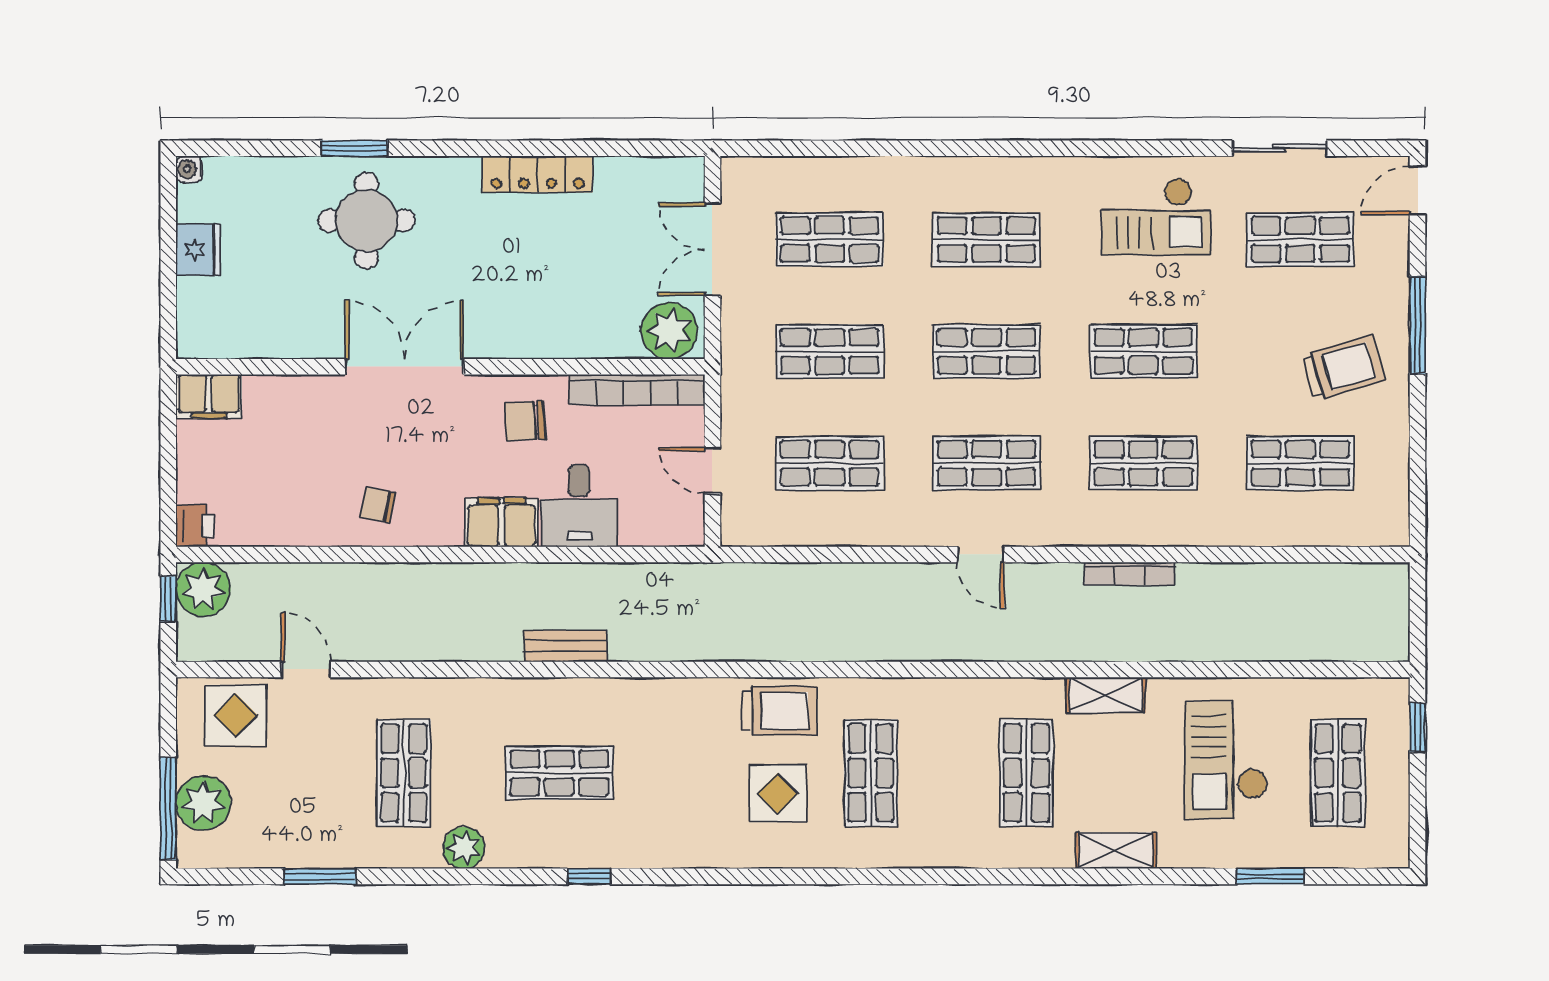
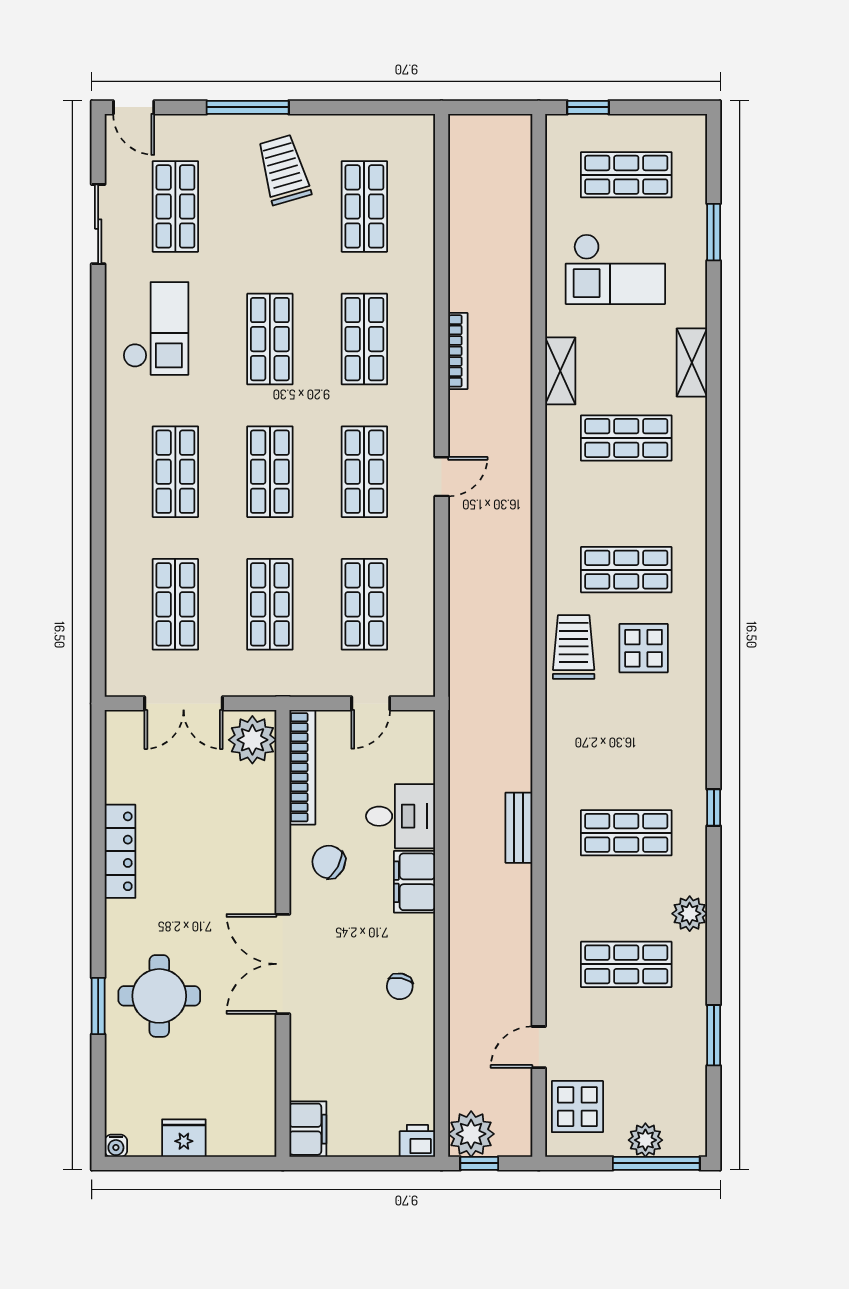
chair: (525, 421) -> (329, 862), turned 122
shop shelf: (559, 773) -> (626, 833), turned 90
plant: (203, 803) -> (645, 1140), width x0.73, depth x0.73

